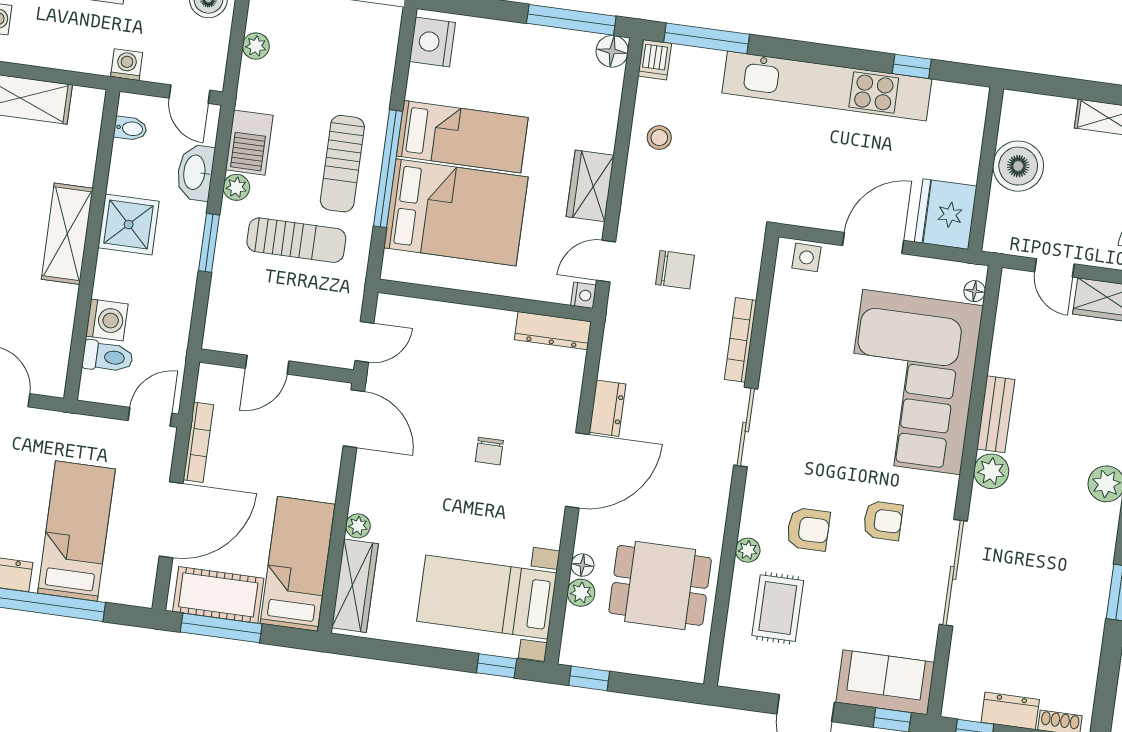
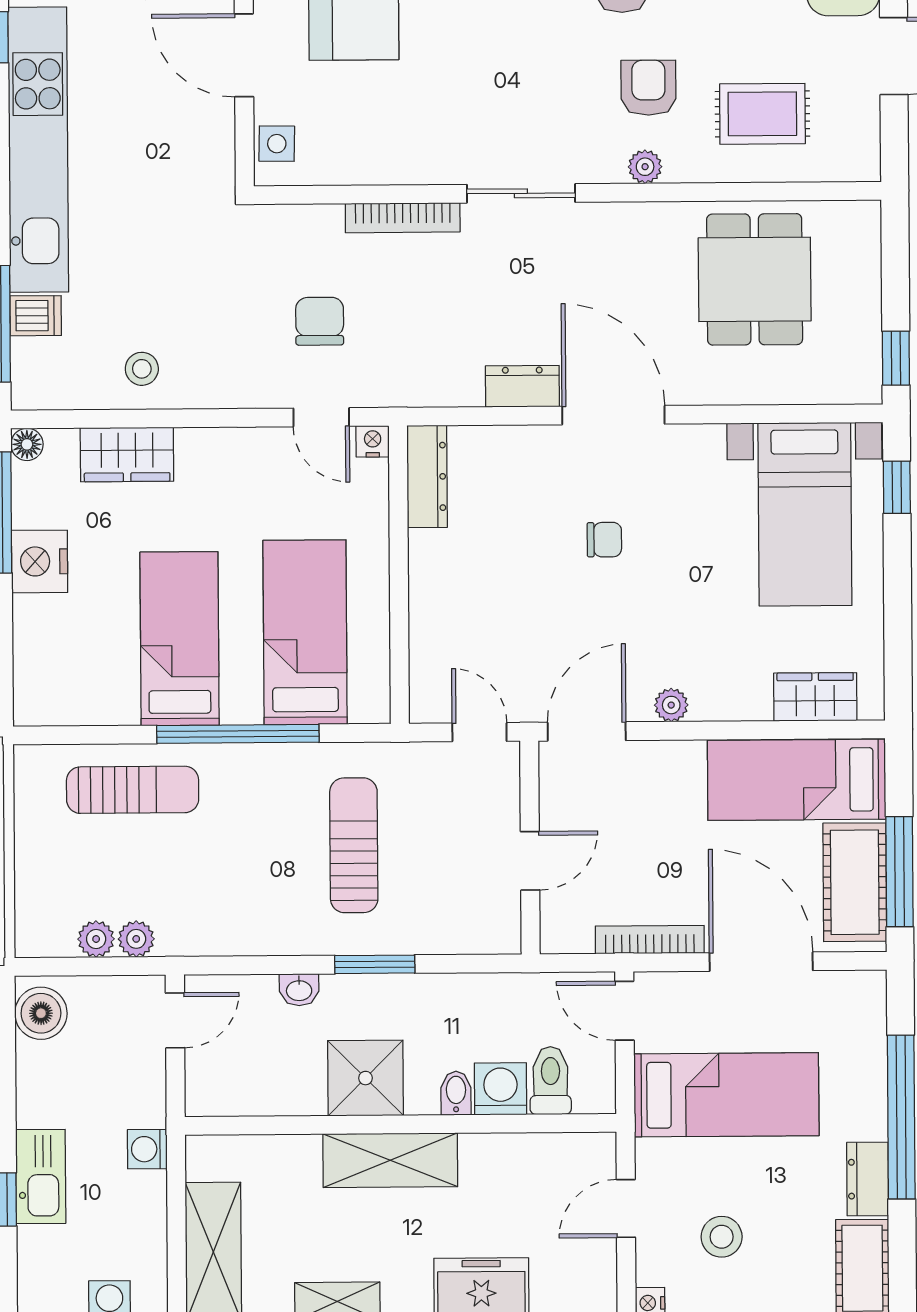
nightstand: (432, 42) -> (40, 561), moved, turned 90
floor lamp: (612, 51) -> (27, 444), width x0.73, depth x0.73
dishwasher: (655, 60) -> (36, 316), moved
washing machine: (127, 65) -> (147, 1149), moved
bidet: (130, 128) -> (456, 1093), moved
barbecue: (249, 143) -> (229, 929), removed
sun lounger: (342, 164) -> (133, 790), moved
washbasin: (195, 172) -> (299, 990), width x0.52, depth x0.69
wardrobe: (590, 186) -> (127, 455), moved
plant: (236, 187) -> (136, 939), moved
bed: (456, 212) -> (305, 632), width x0.67
door: (267, 365) -> (530, 861), hinge flipped
plant: (358, 526) -> (671, 705), moved
bed: (76, 531) -> (726, 1095), moved, turned 180
plant: (748, 550) -> (645, 167), moved
floor lamp: (582, 565) -> (742, 390), removed
wardrobe: (355, 586) -> (815, 697), width x0.67
plant: (581, 593) -> (780, 386), removed

